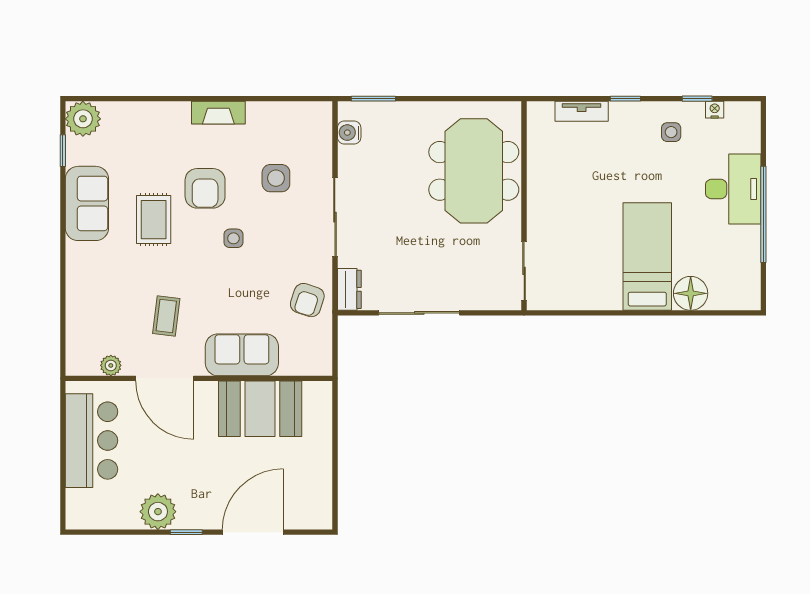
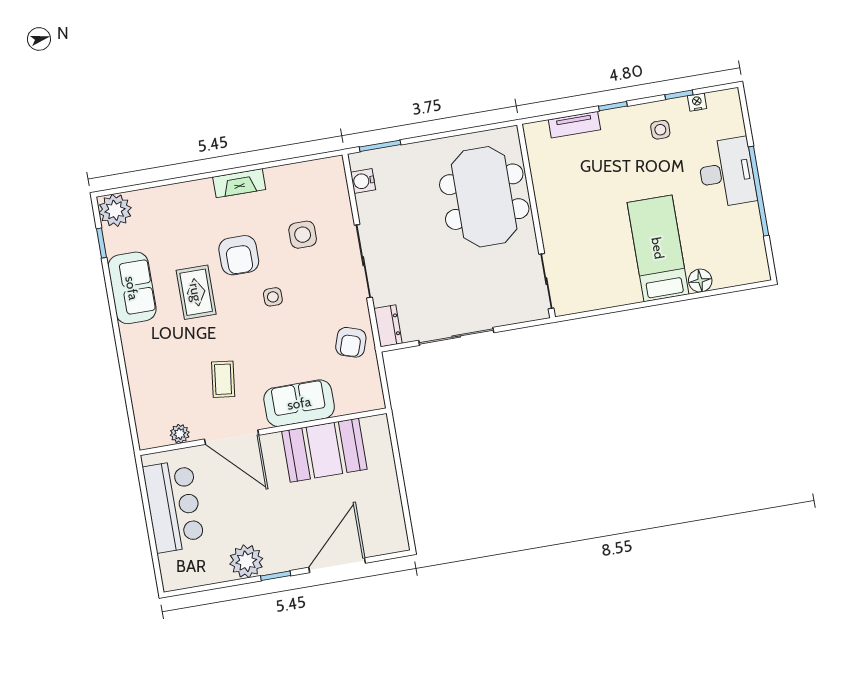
floor lamp: (691, 293) -> (700, 281), width x0.73, depth x0.73

